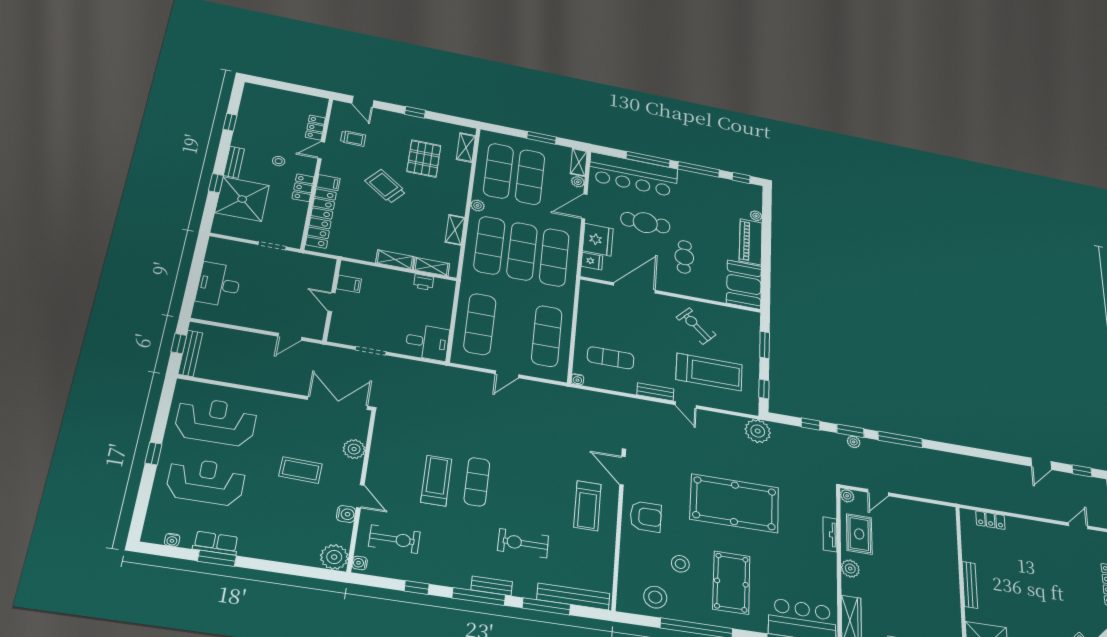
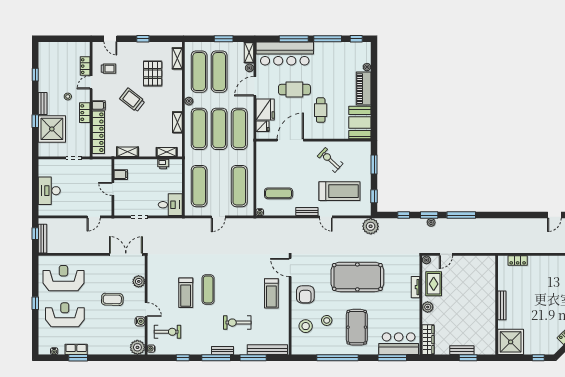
shelving: (395, 260) -> (127, 152), moved
treadmill: (436, 481) -> (186, 293), turned 180
armchair: (646, 517) -> (305, 294), turned 90
stool: (655, 597) -> (306, 326), moved

